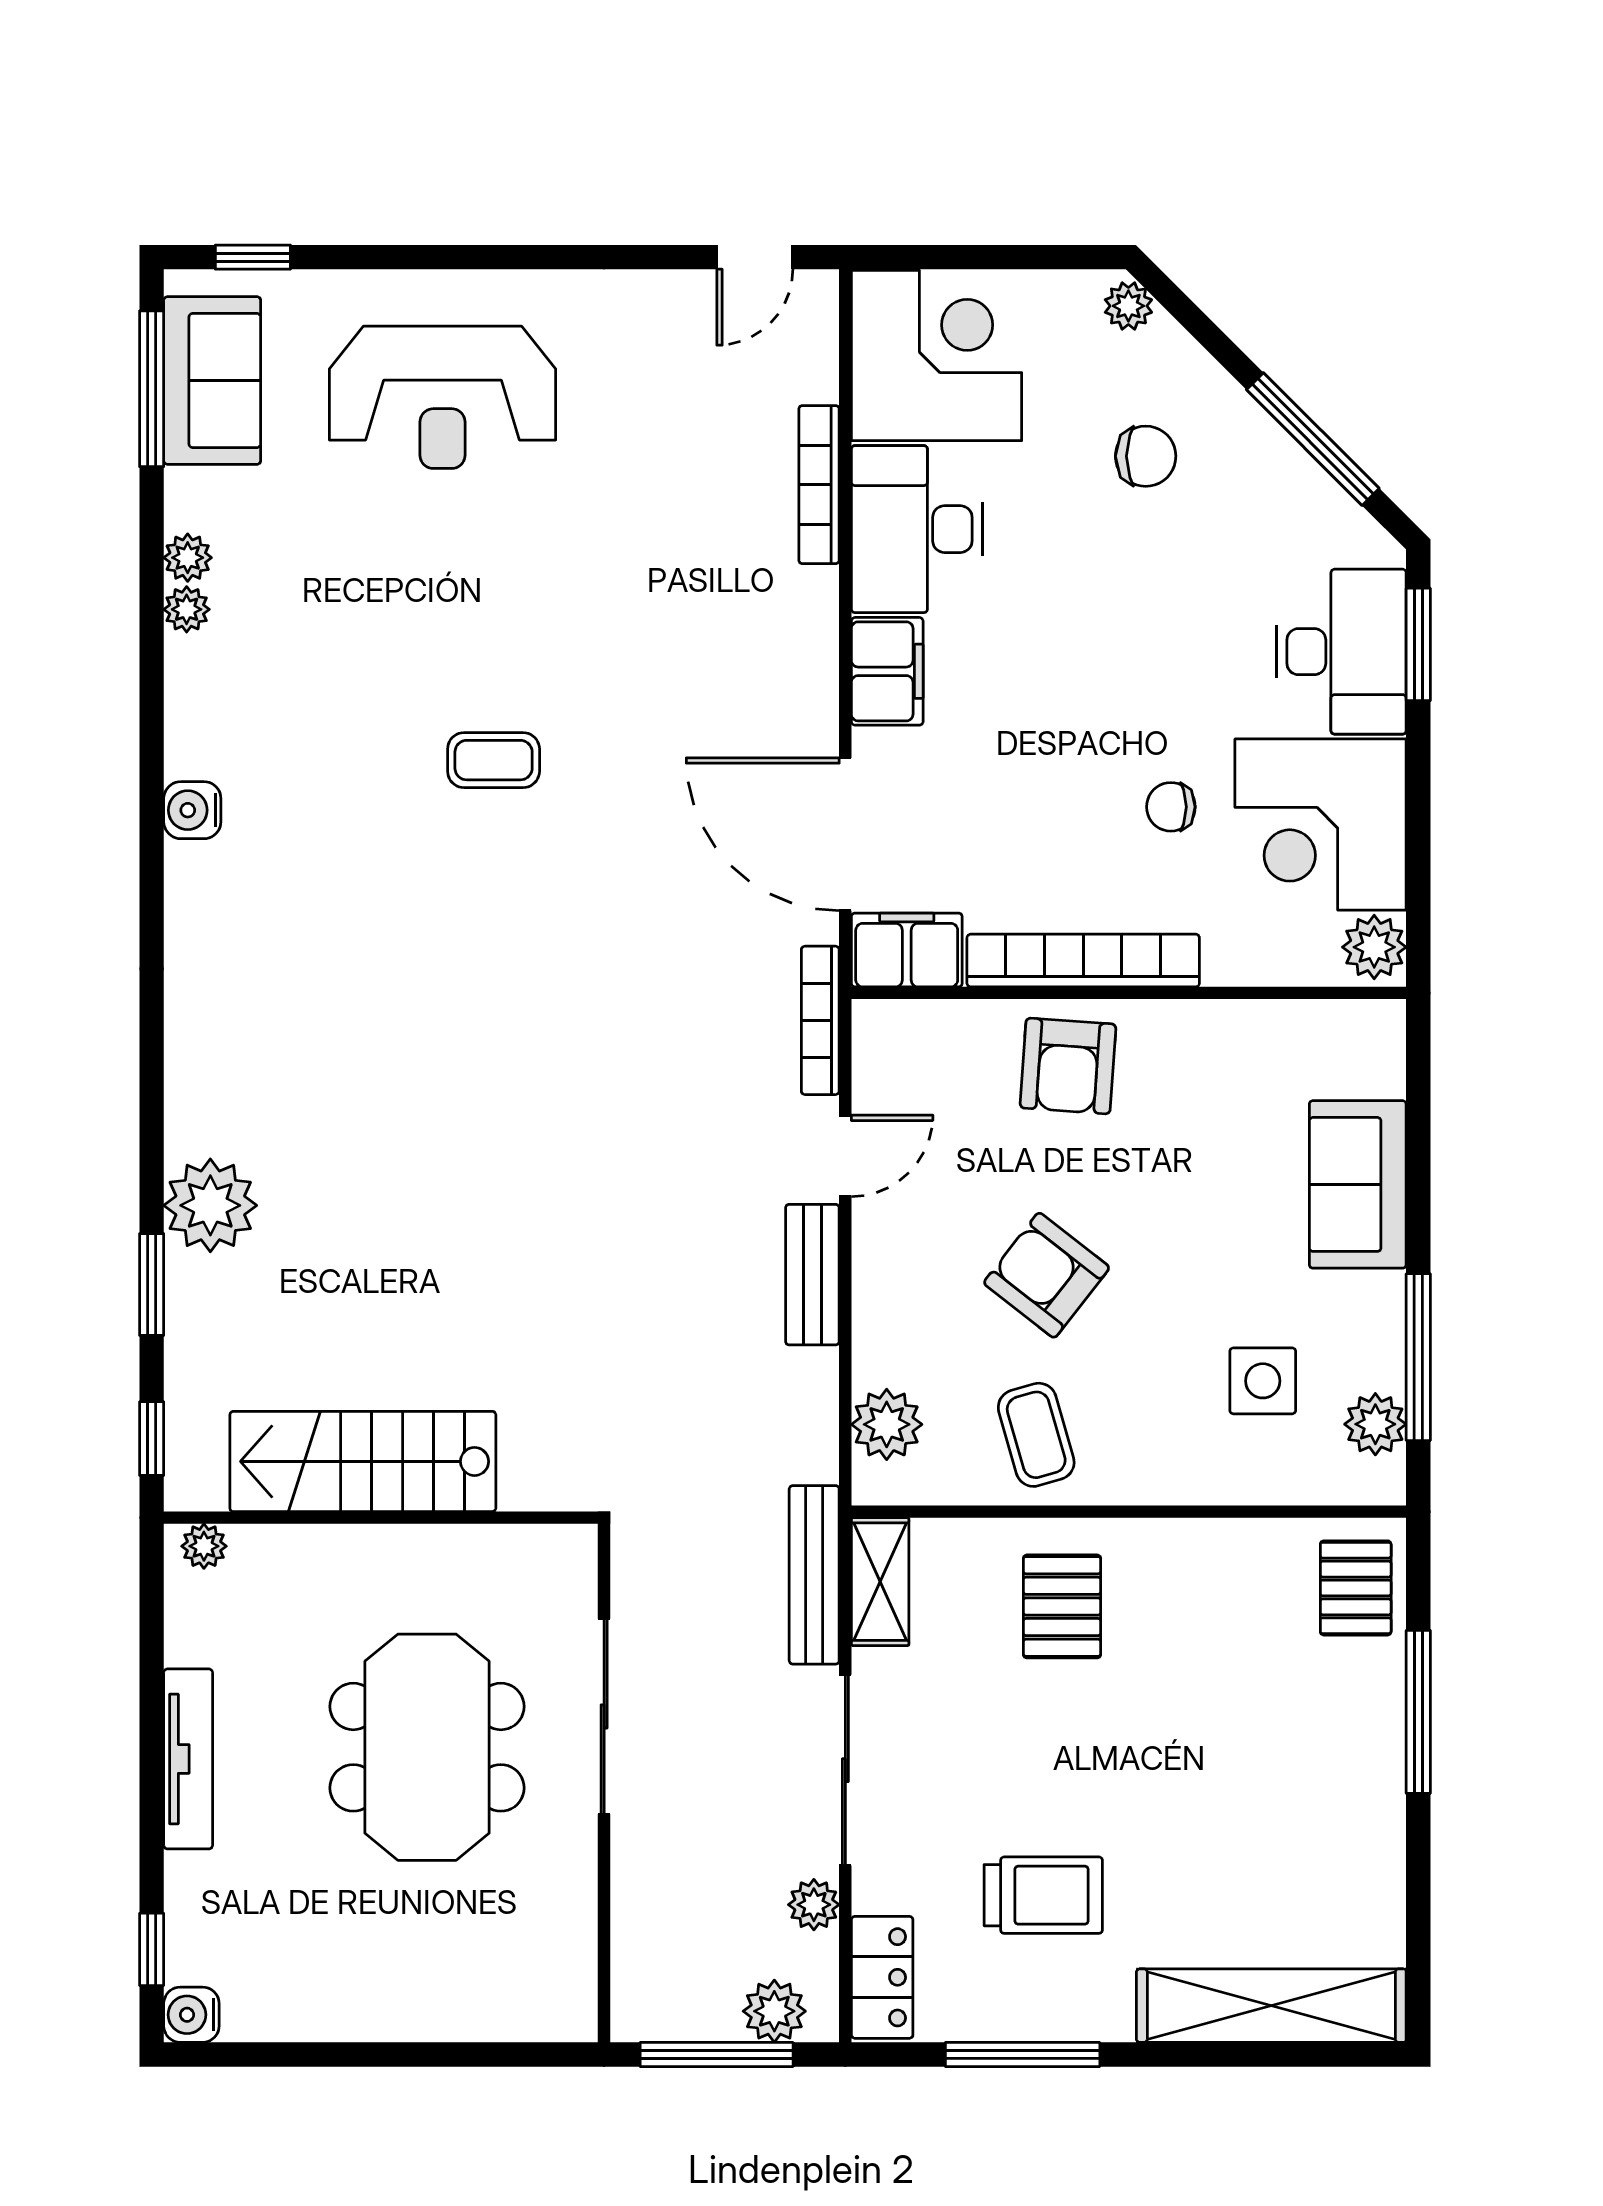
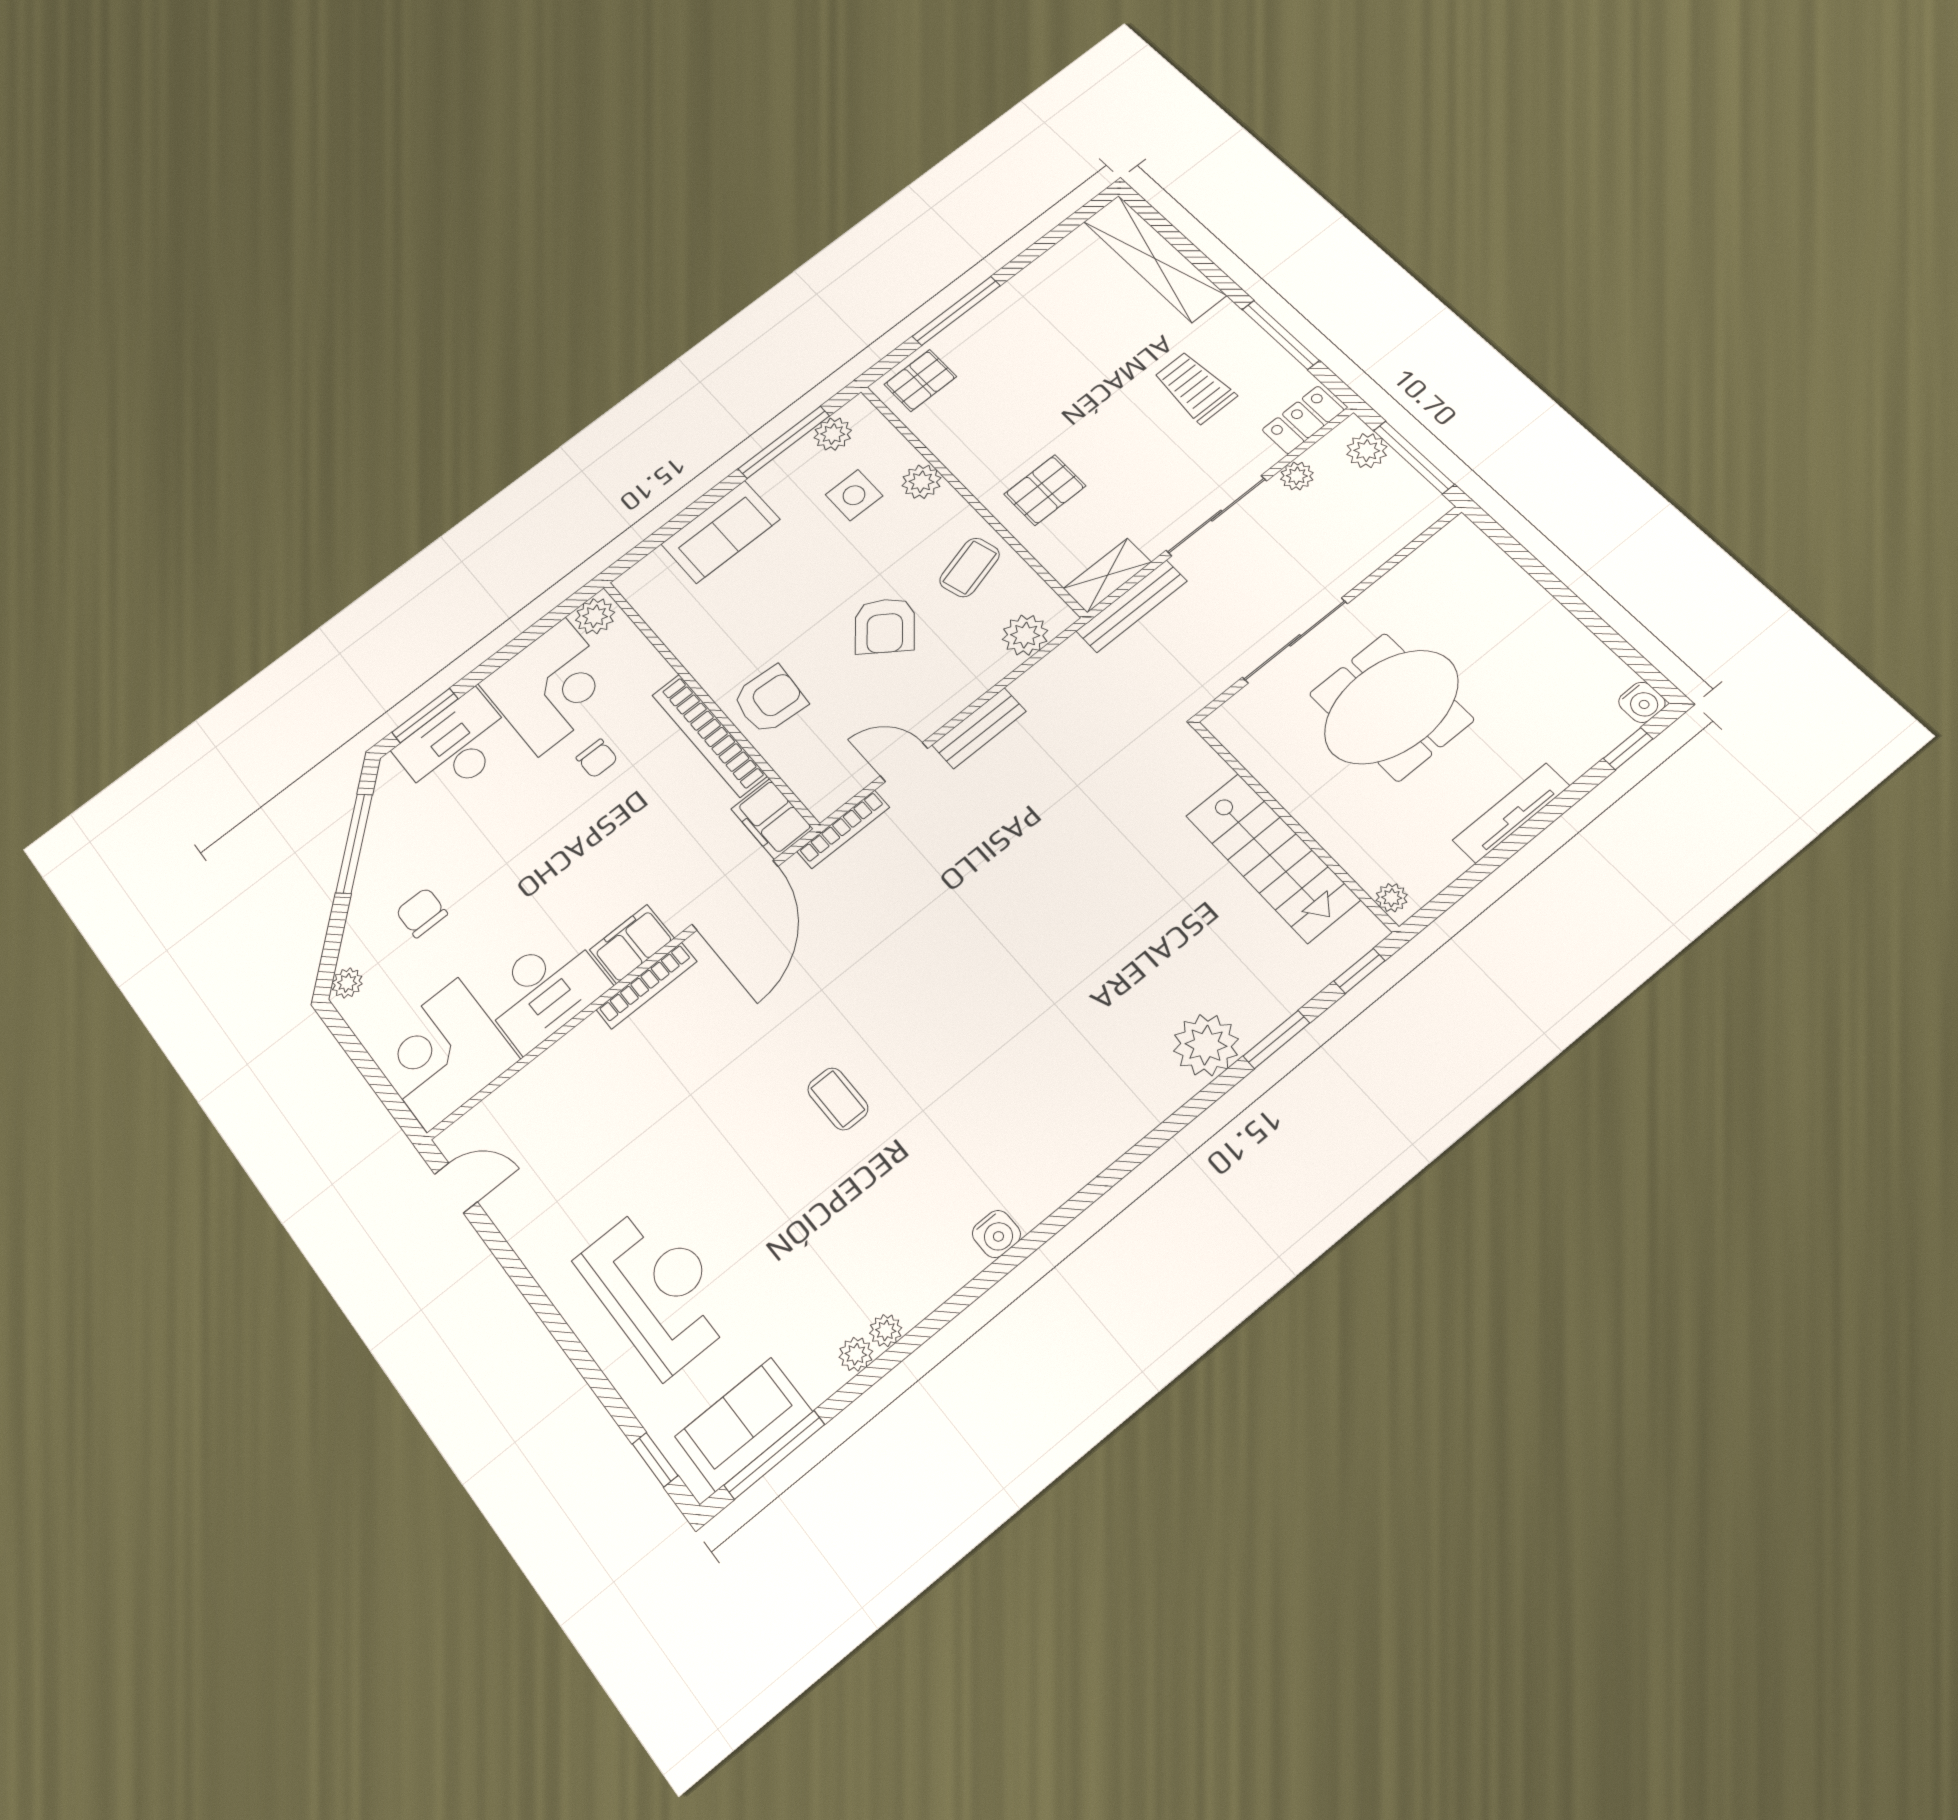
bookcase: (819, 485) -> (647, 986), moved
plant: (1208, 1474) -> (921, 482), added

